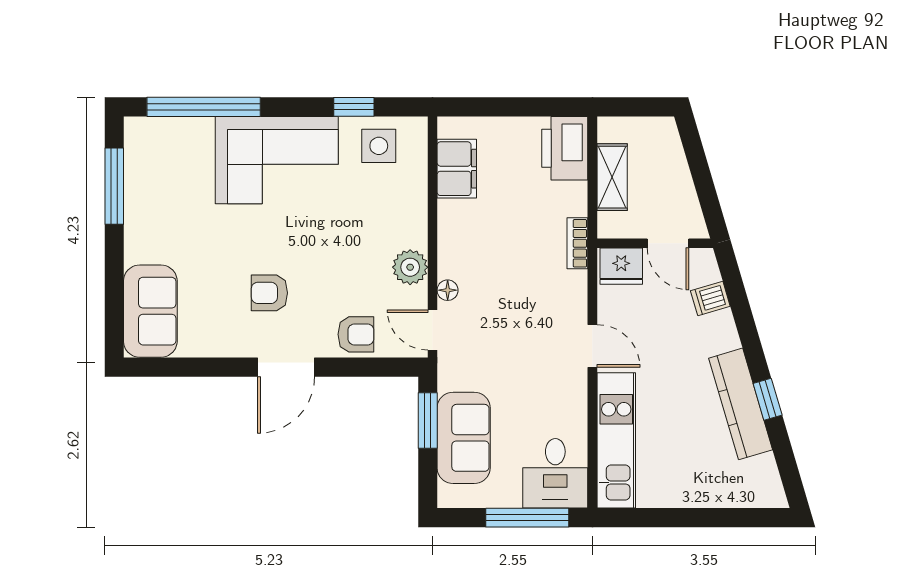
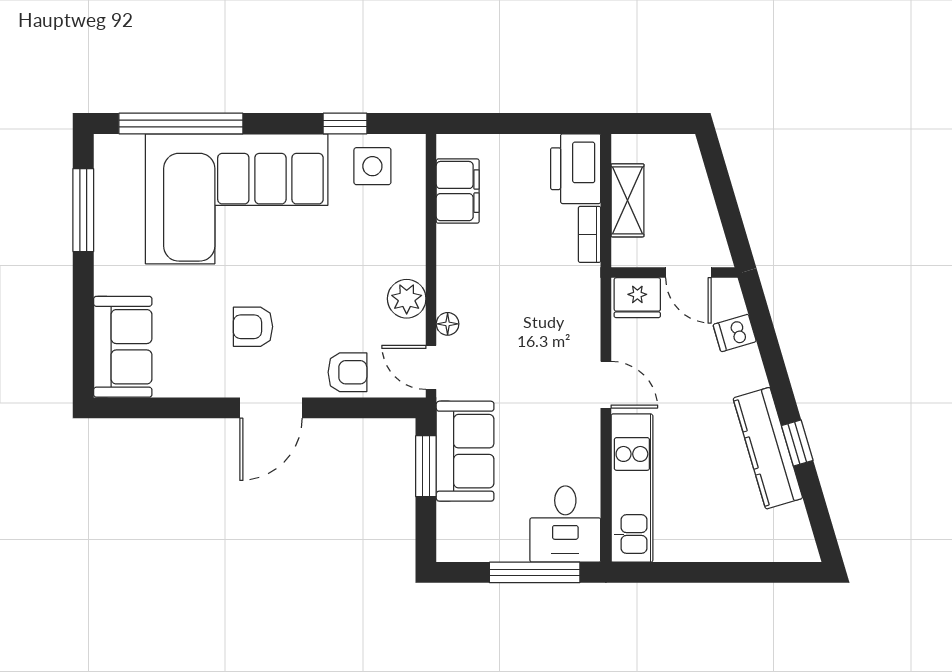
corner sofa: (277, 160) -> (237, 199), width x1.36, depth x1.36
bookcase: (577, 243) -> (590, 234), moved
sofa: (464, 438) -> (465, 451), moved

